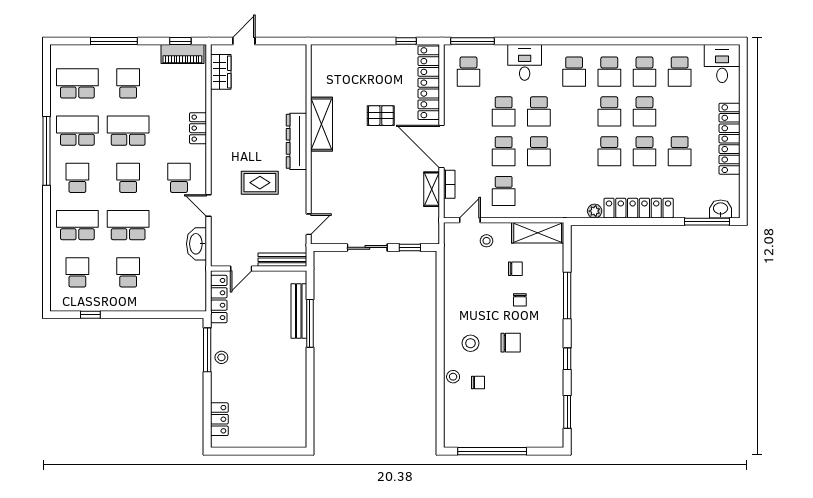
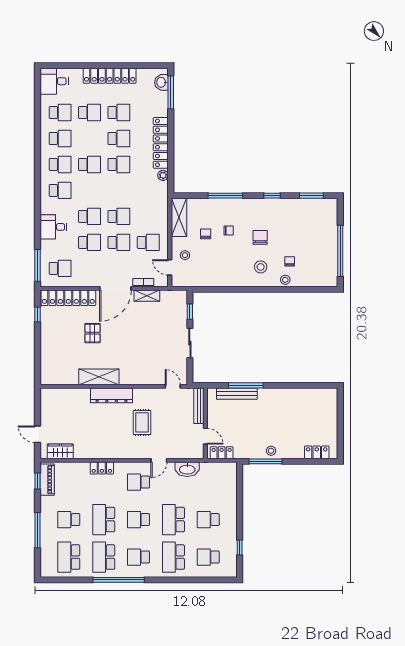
school desk: (644, 111) -> (89, 113), moved
locker: (219, 299) -> (222, 453), width x0.66

